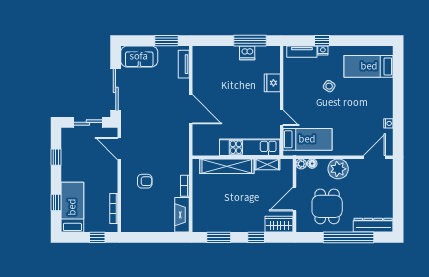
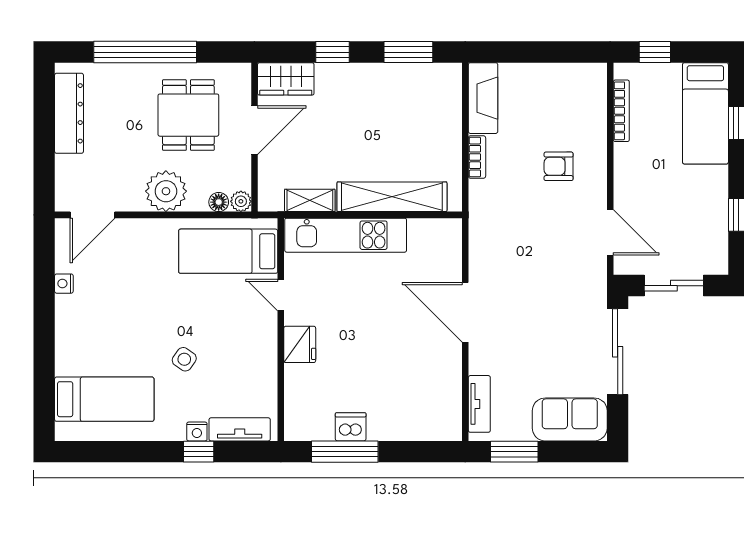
fridge: (272, 83) -> (300, 344), moved
dresser: (373, 225) -> (69, 113), moved, turned -90

